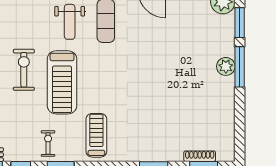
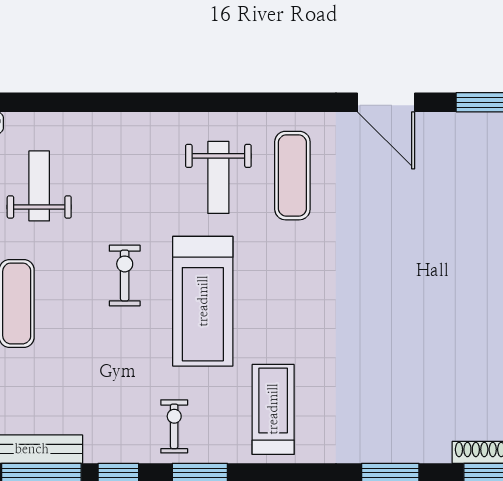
exercise bike: (24, 70) -> (125, 275), width x0.73, depth x0.72

